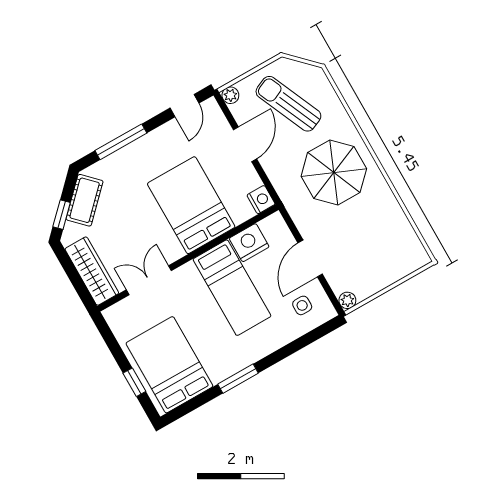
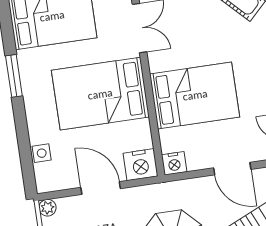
nightstand: (249, 243) -> (141, 165), moved, turned 90
bed: (232, 288) -> (100, 94), width x1.50
side table: (302, 305) -> (42, 153), moved

